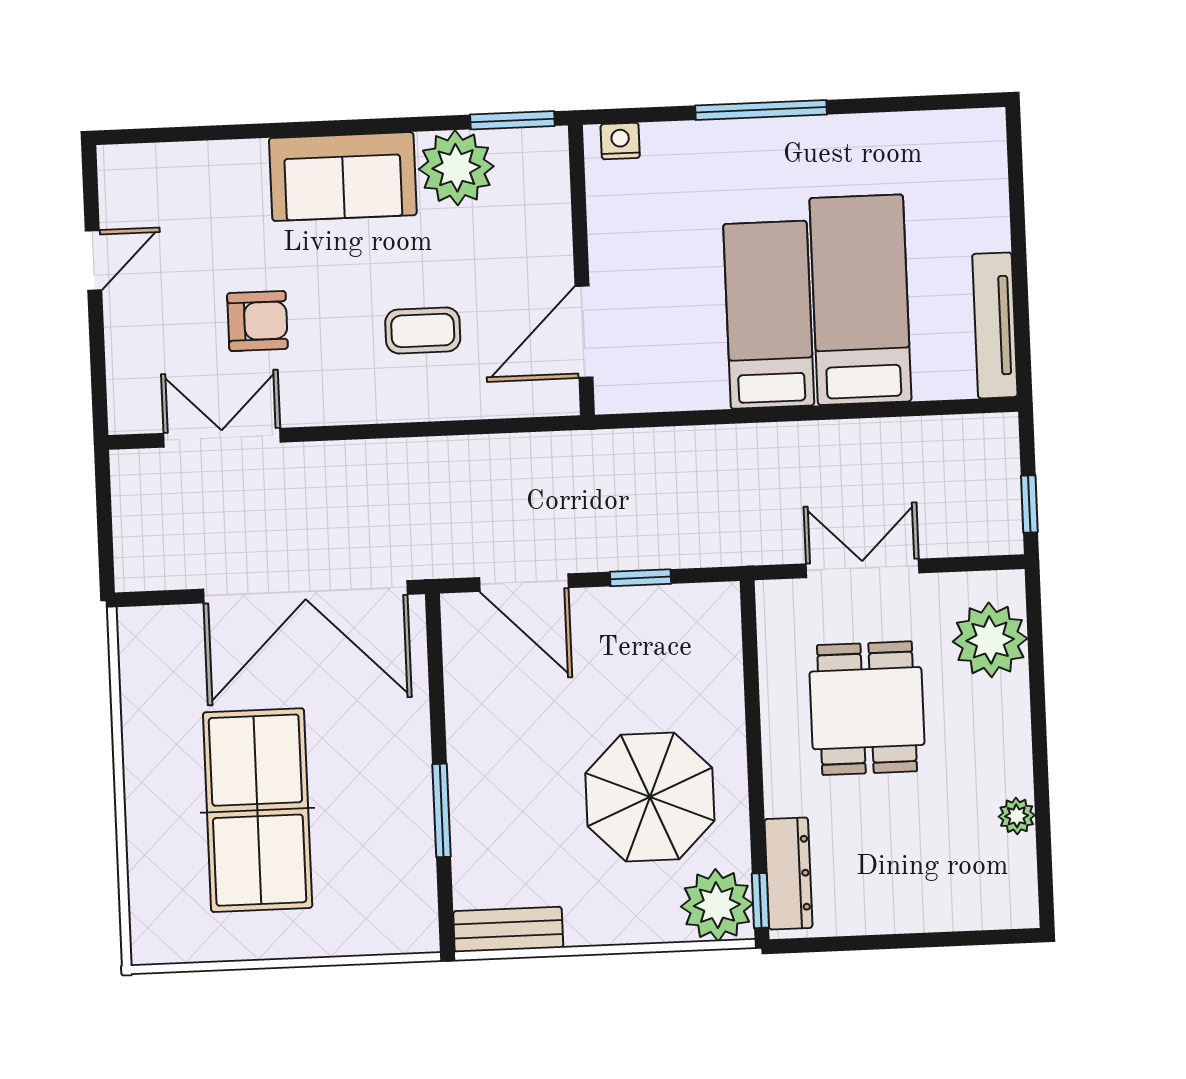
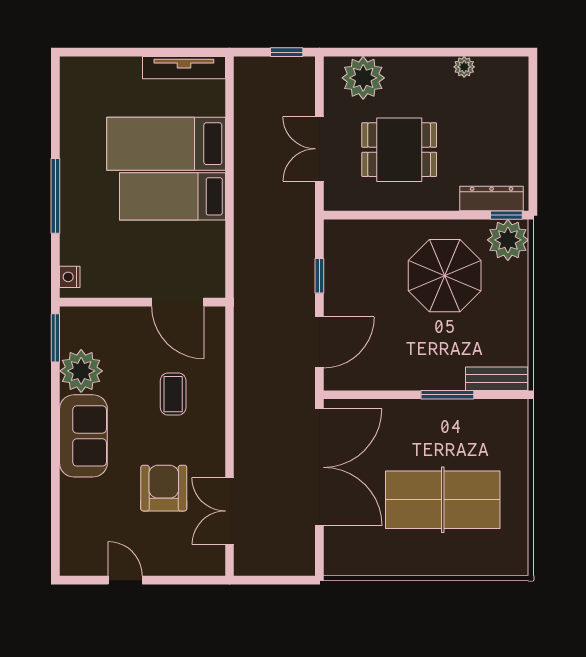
armchair: (257, 321) -> (164, 488), width x1.38, depth x1.38
bench: (508, 929) -> (497, 379), moved, turned 90

